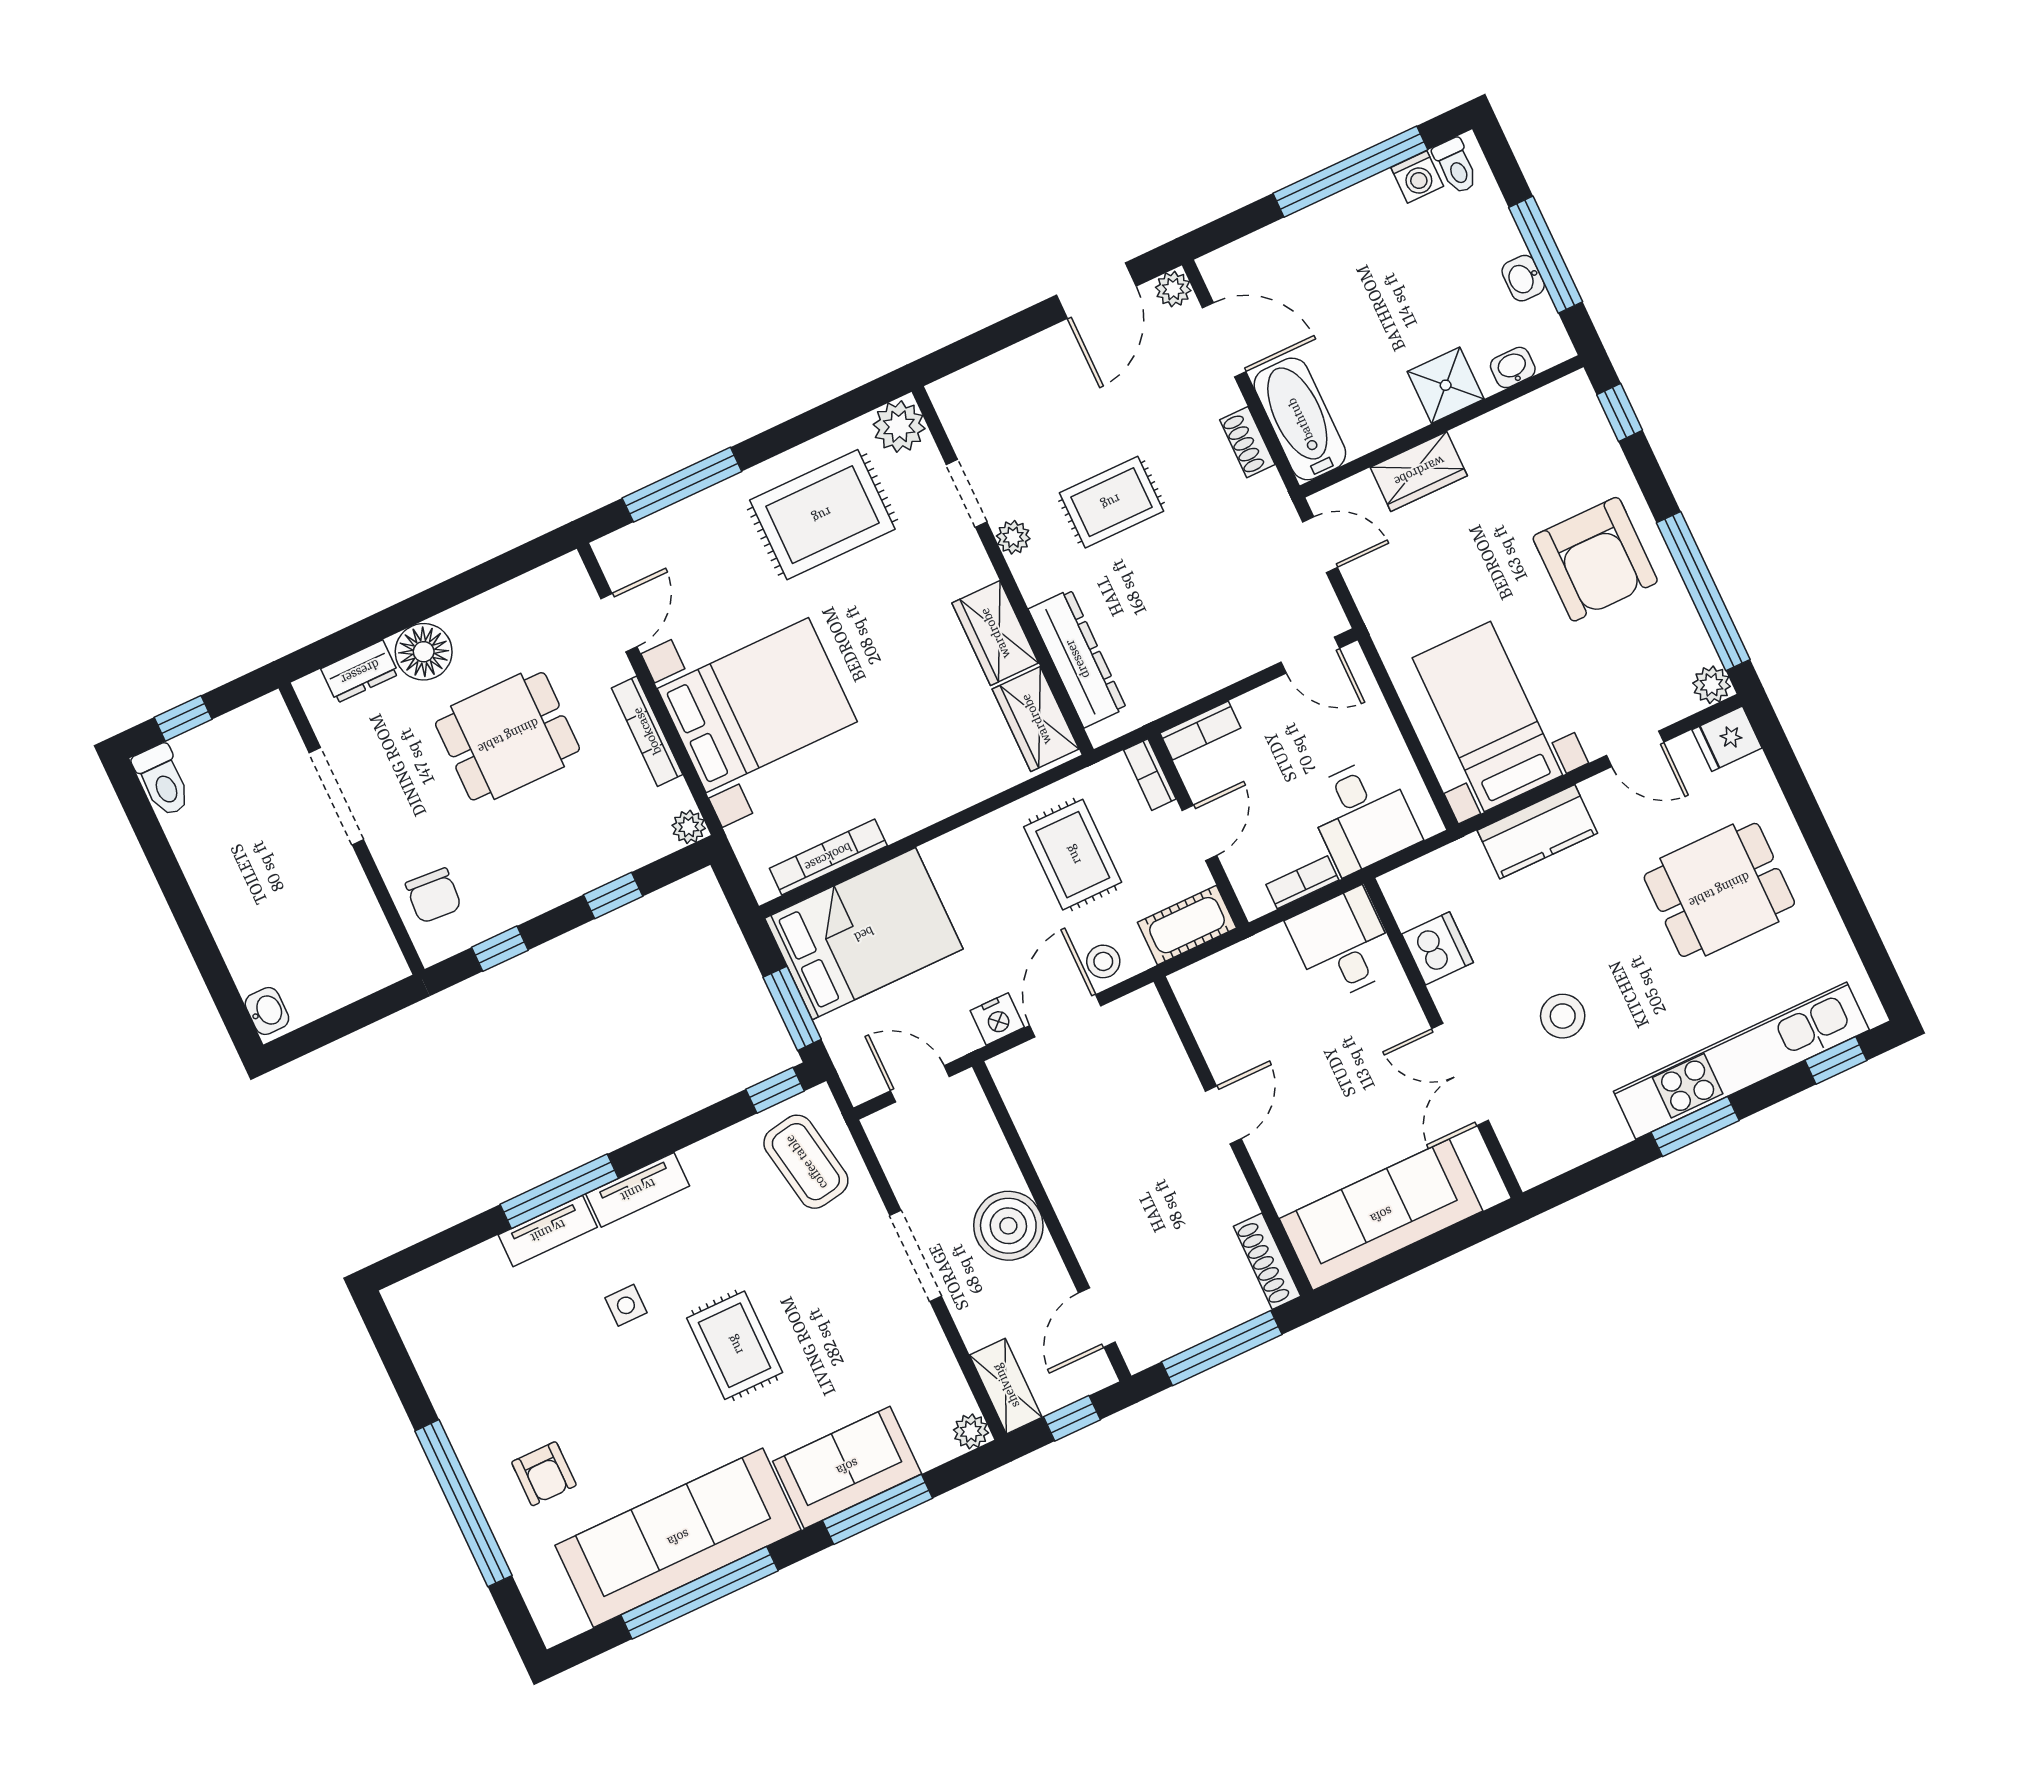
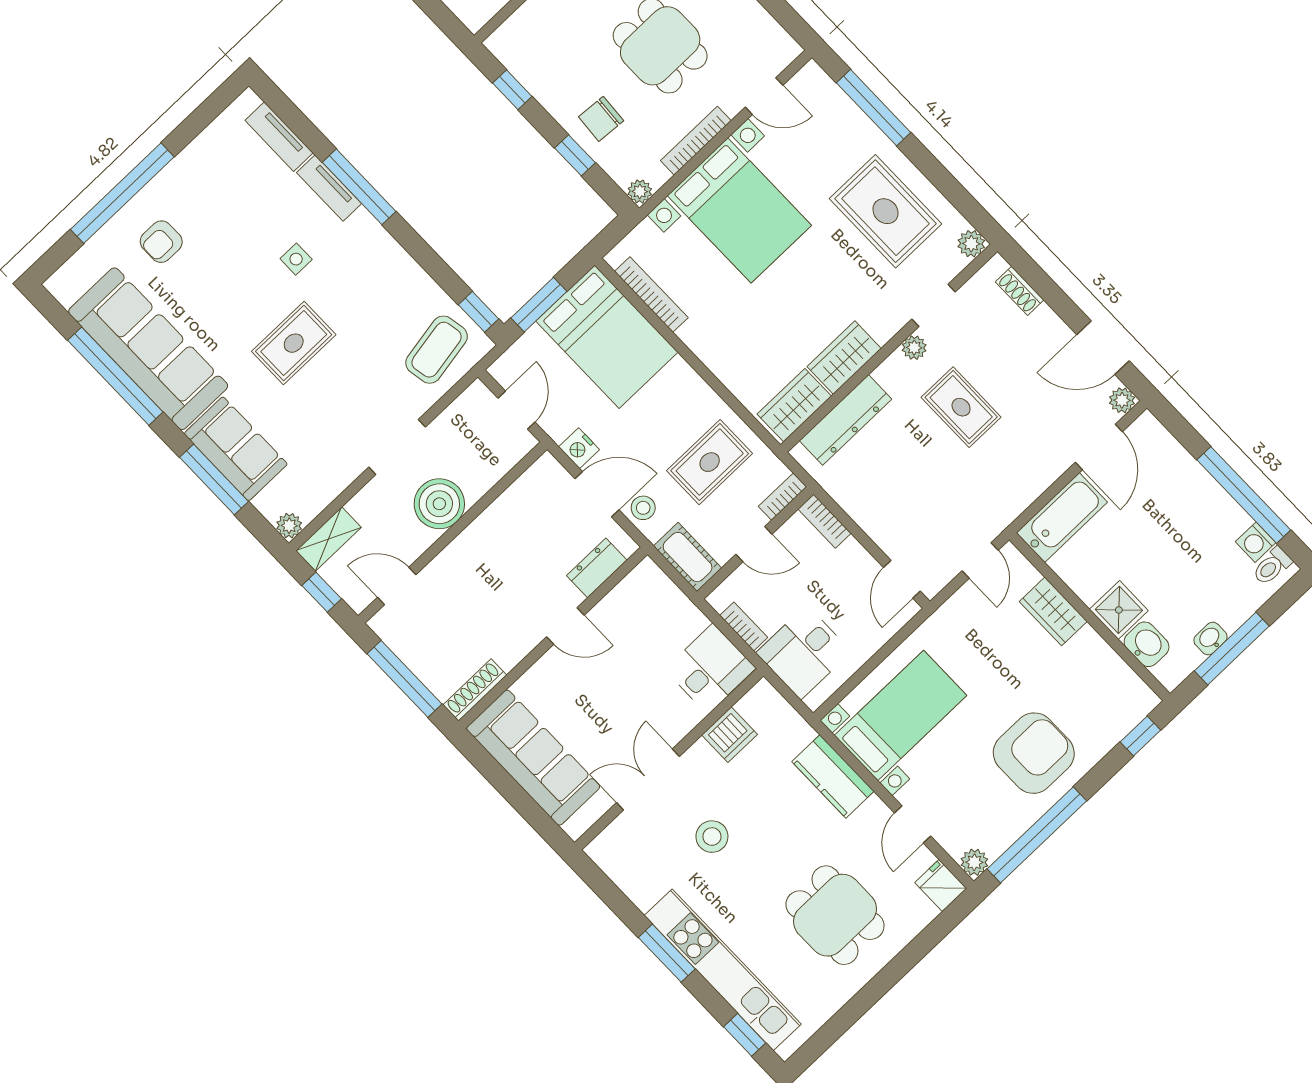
washbasin: (1513, 367) -> (1147, 644), width x1.38, depth x1.45
plant: (899, 426) -> (971, 244), width x0.73, depth x0.73
shoe rack: (1247, 442) -> (1020, 291), moved, turned -90
armchair: (1595, 559) -> (1034, 753), turned 180
chair: (433, 896) -> (601, 119), moved
dresser: (1161, 1048) -> (597, 568), added
tv unit: (638, 1190) -> (279, 137), moved

